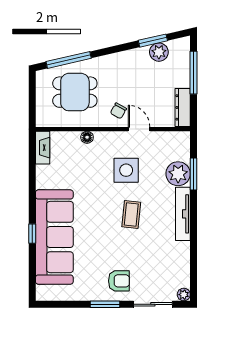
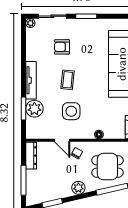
plant: (159, 52) -> (78, 188), moved
armchair: (119, 281) -> (62, 47), moved

